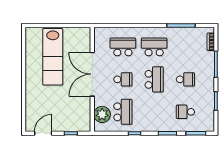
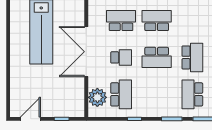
school desk: (154, 79) -> (157, 57), turned 90
school desk: (185, 79) -> (192, 57), width x1.85
school desk: (185, 112) -> (192, 94), width x1.85

